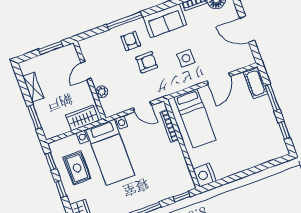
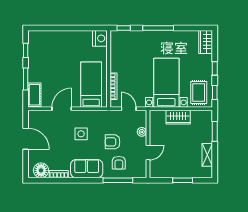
door: (86, 71) -> (148, 153), moved
wall: (90, 80) -> (148, 144), moved
plant: (102, 92) -> (142, 132), moved
rug: (77, 168) -> (199, 92), moved

